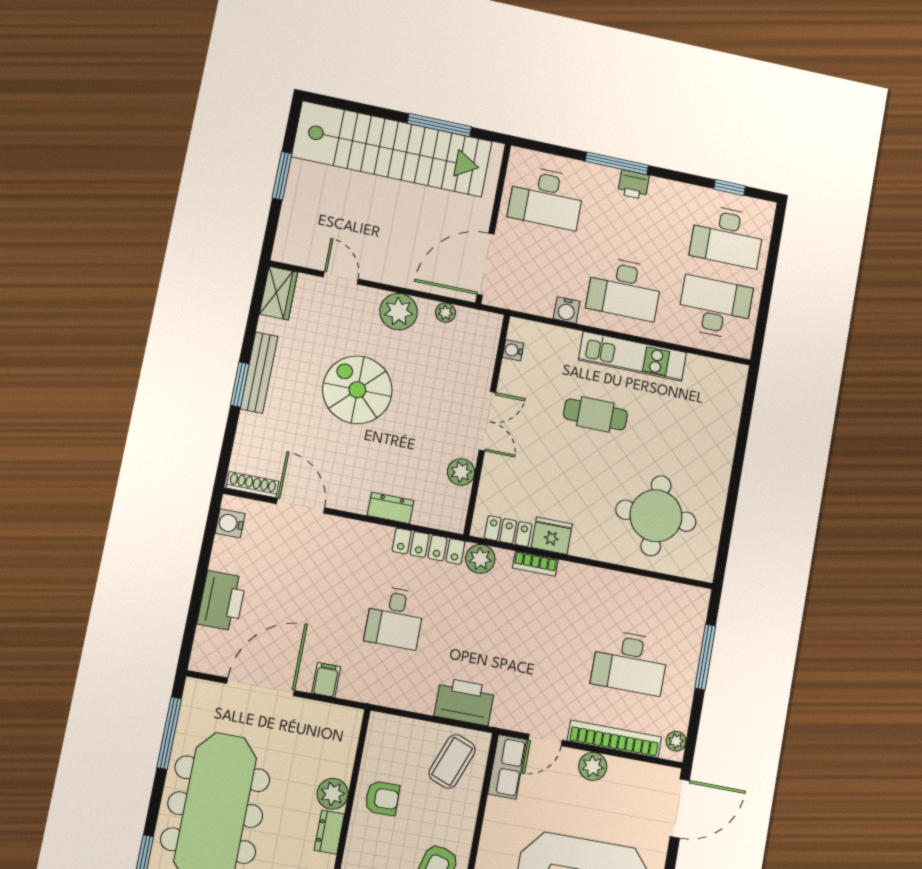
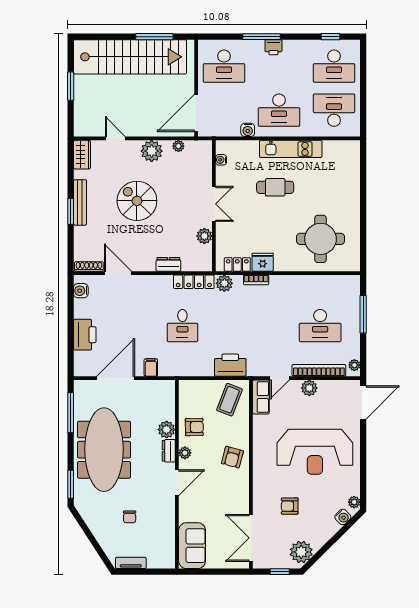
plant: (357, 841) -> (185, 453), added

